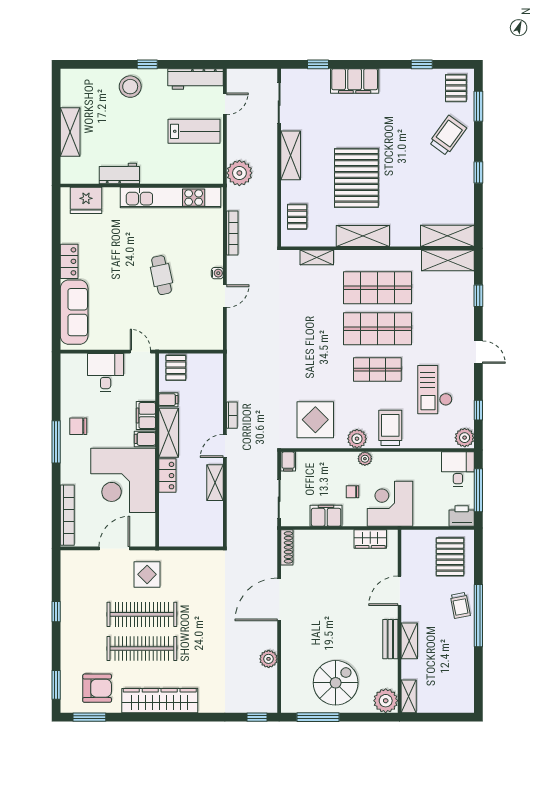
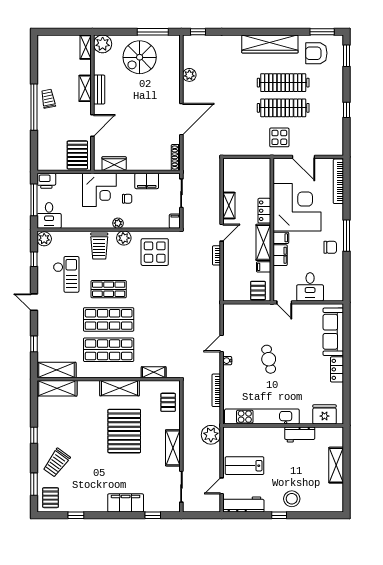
door: (114, 548) -> (304, 157), hinge flipped
pallet: (450, 557) -> (77, 155), moved
trolley: (460, 605) -> (48, 99), moved

